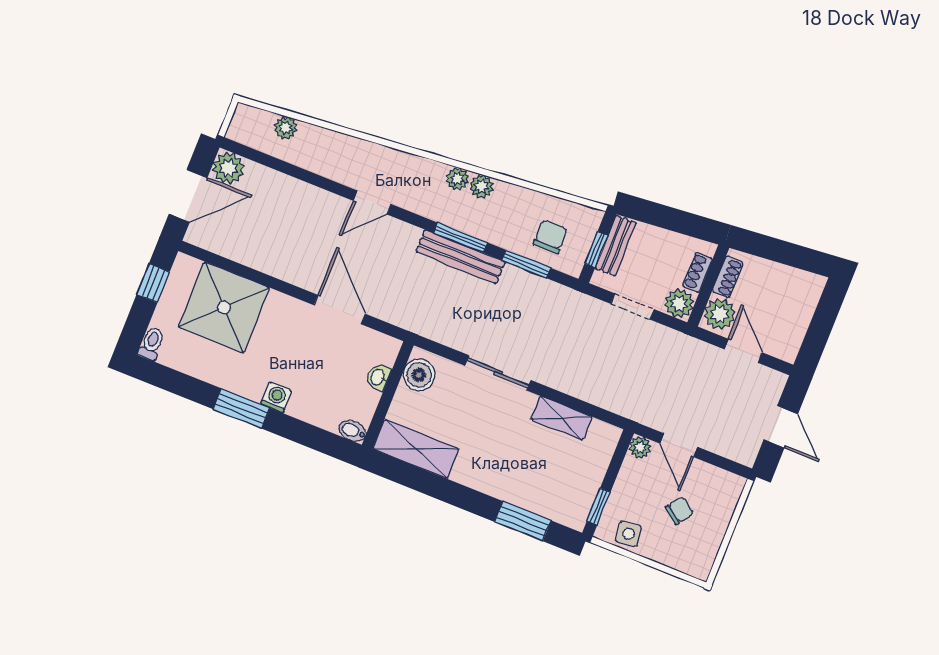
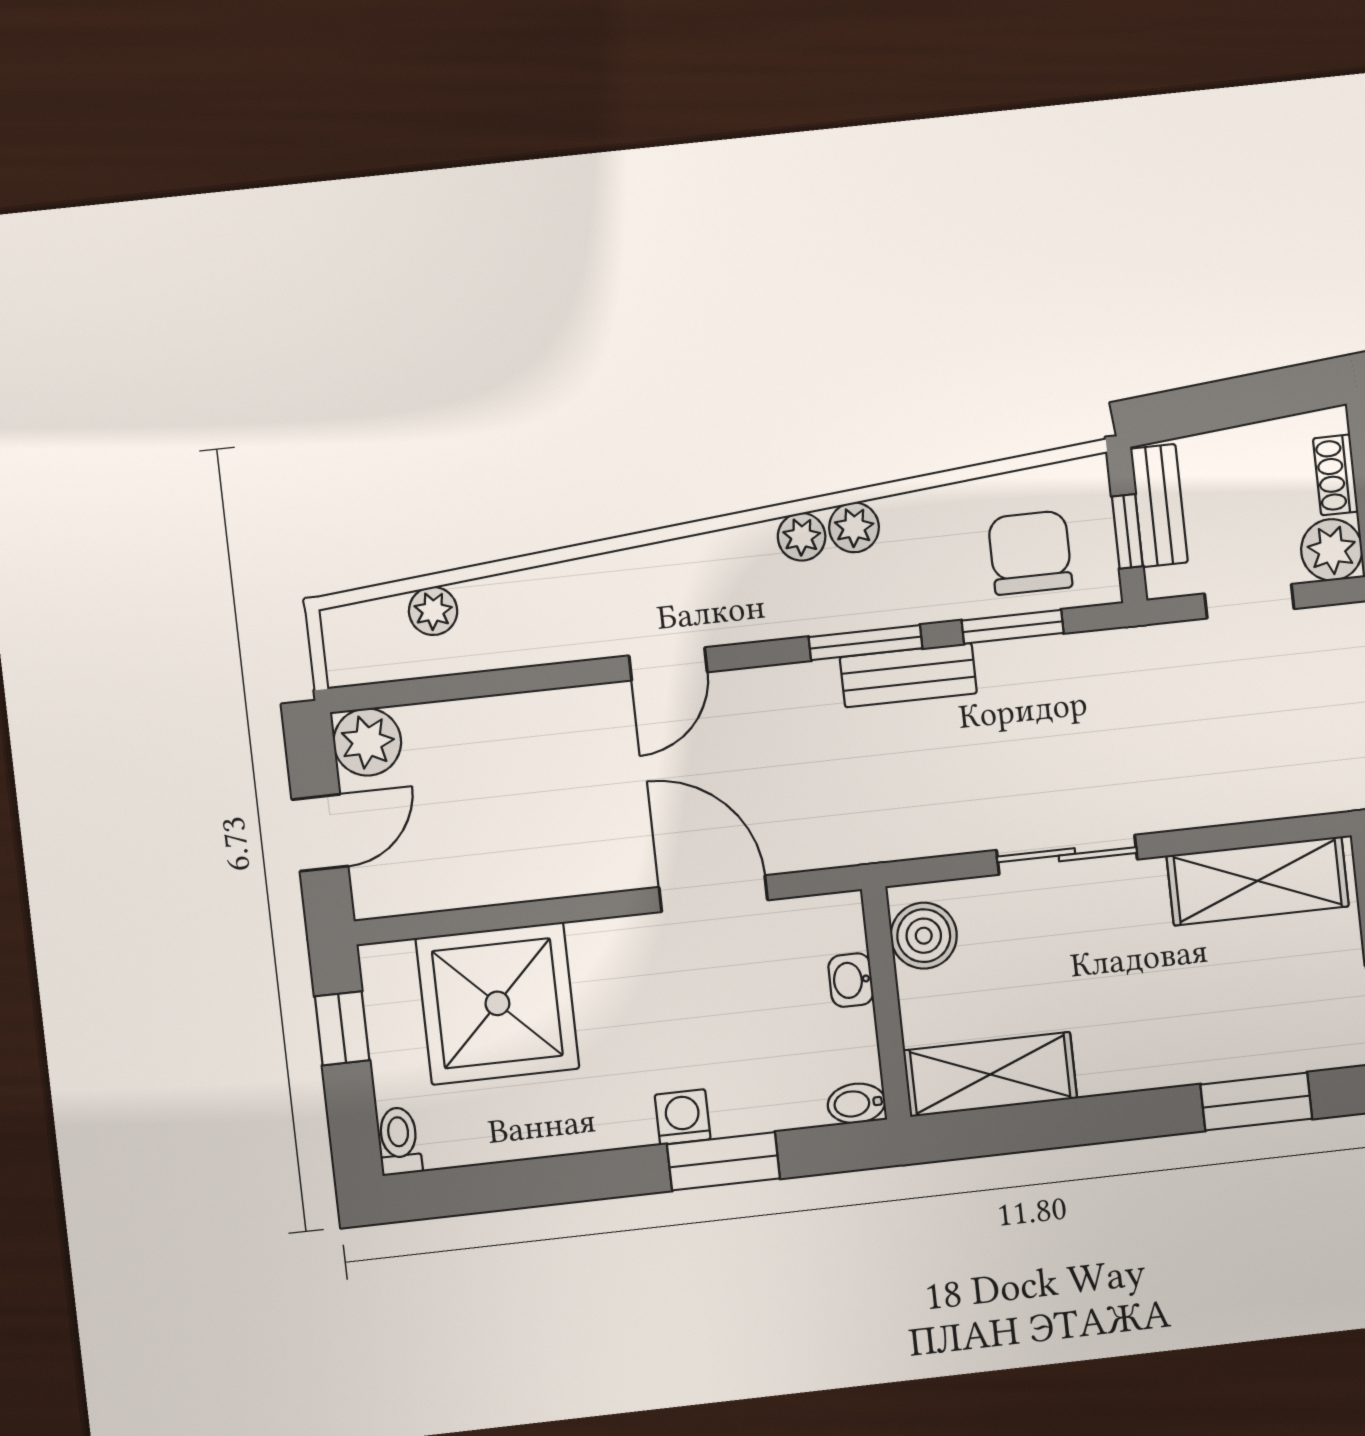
door: (188, 196) -> (320, 833), width x0.73
chair: (550, 237) -> (1030, 553), width x1.37, depth x1.37
bench: (460, 257) -> (908, 675), width x0.73
window: (241, 408) -> (723, 1161), moved
shelving: (562, 418) -> (1258, 881), width x1.50, depth x1.33

